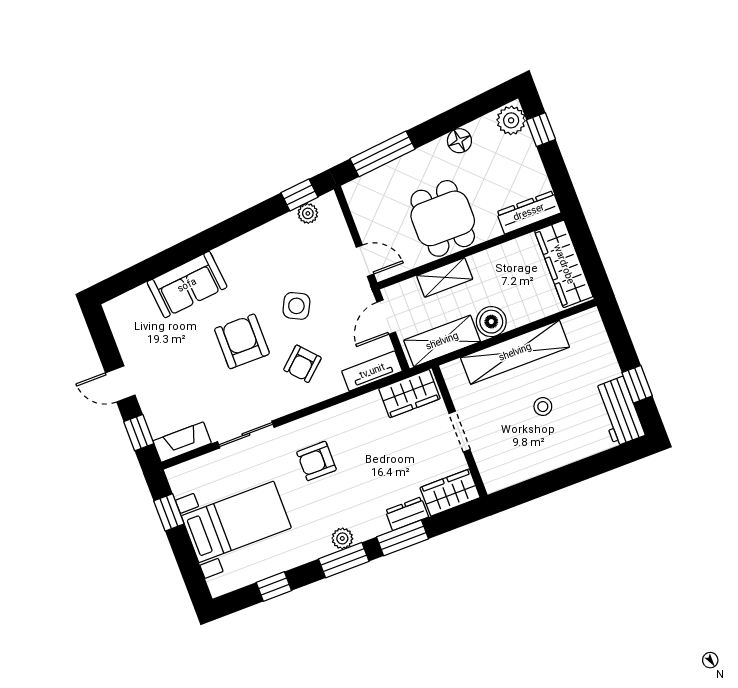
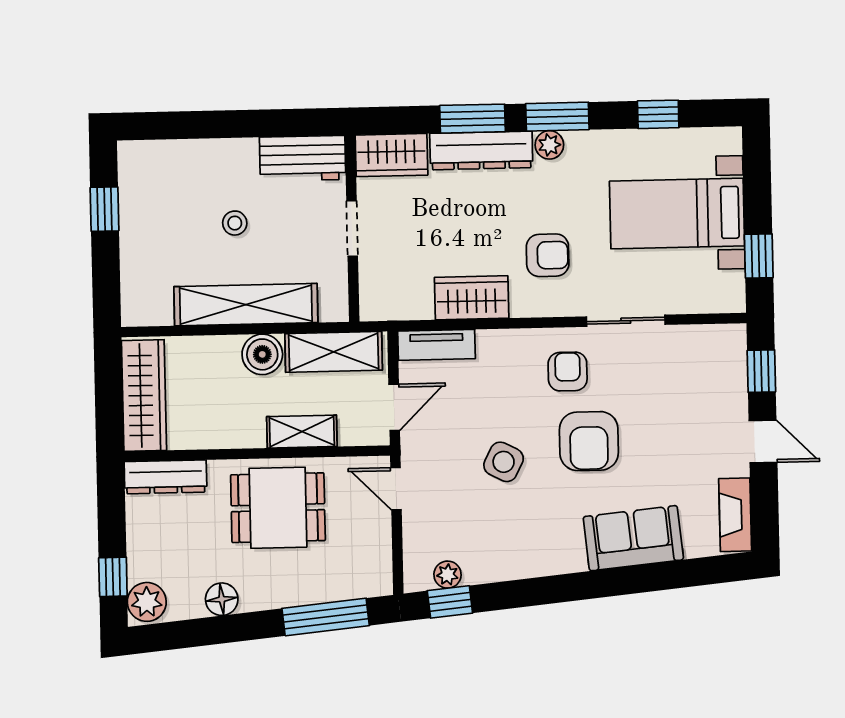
dining table: (443, 218) -> (278, 508), turned 90
armchair: (302, 364) -> (568, 371), moved, turned -48
wardrobe: (409, 394) -> (472, 298), moved
workbench: (619, 411) -> (303, 158), moved, turned 90
fireplace: (182, 442) -> (735, 515), moved, turned 90
dresser: (407, 514) -> (481, 150), width x1.96, depth x1.24

